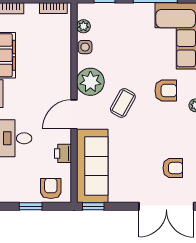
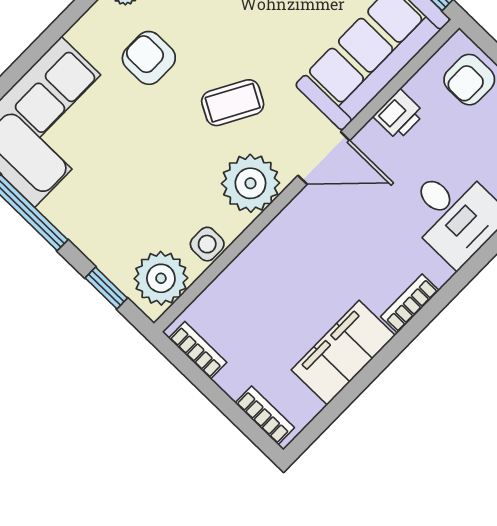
plant: (83, 26) -> (161, 278), width x1.88, depth x1.88

